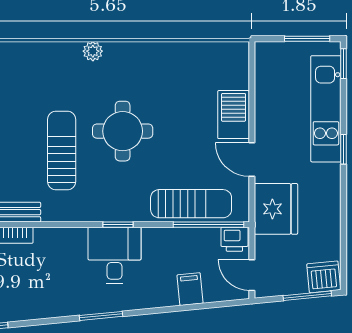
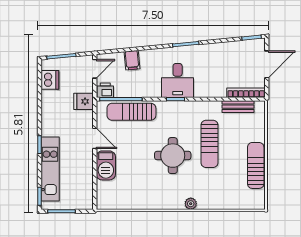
fridge: (276, 209) -> (84, 101), width x0.53, depth x0.75
door: (252, 275) -> (95, 69), hinge flipped
dishwasher: (324, 277) -> (50, 80), moved, turned -84

